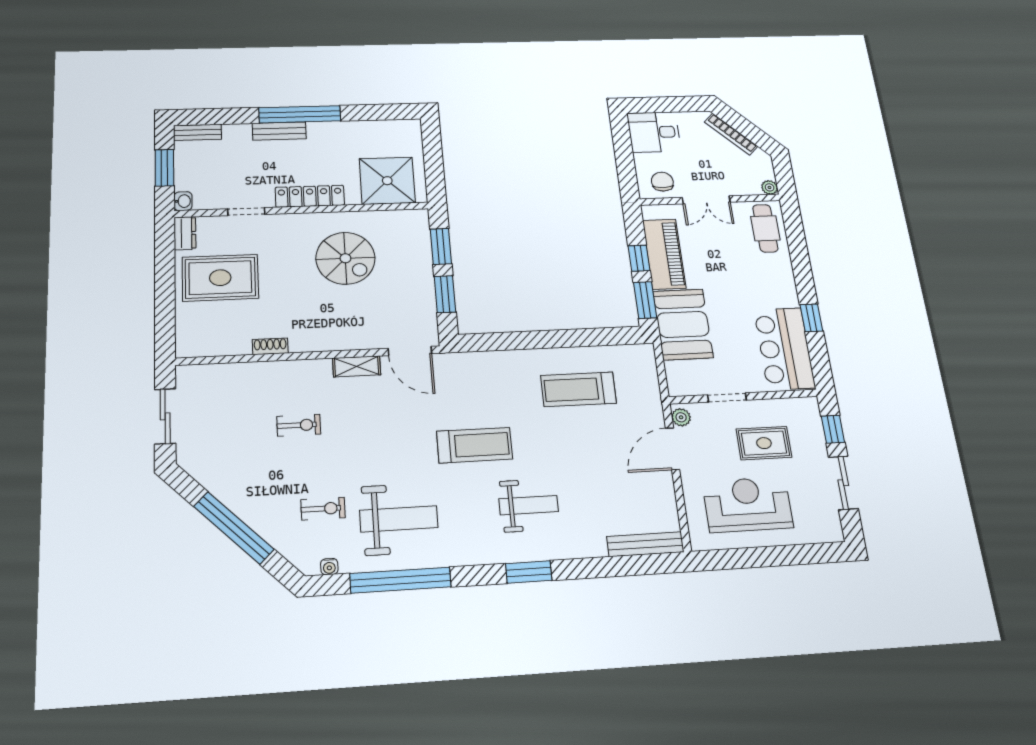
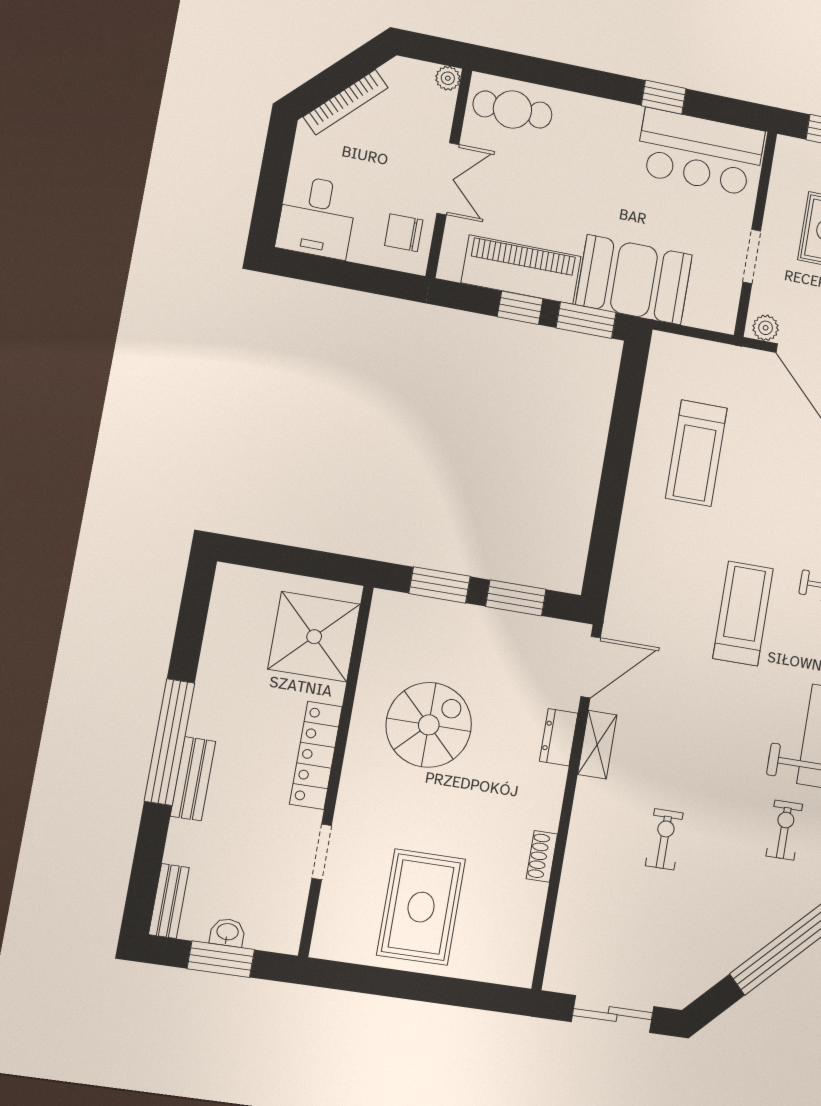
washbasin: (183, 201) -> (227, 932), moved
dresser: (185, 233) -> (559, 737), moved, turned -90

